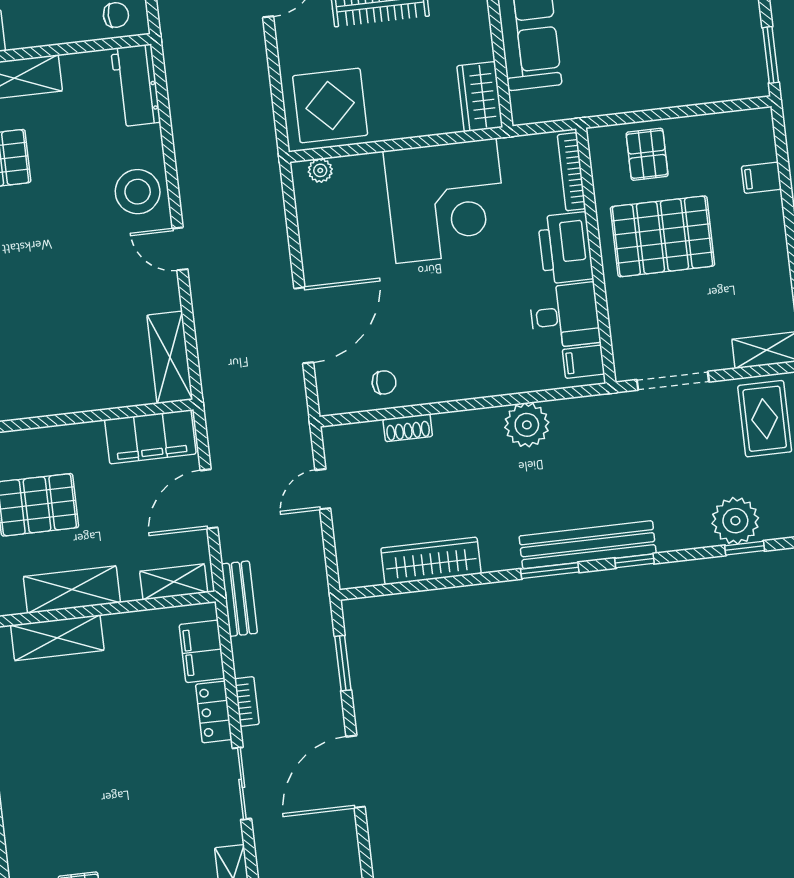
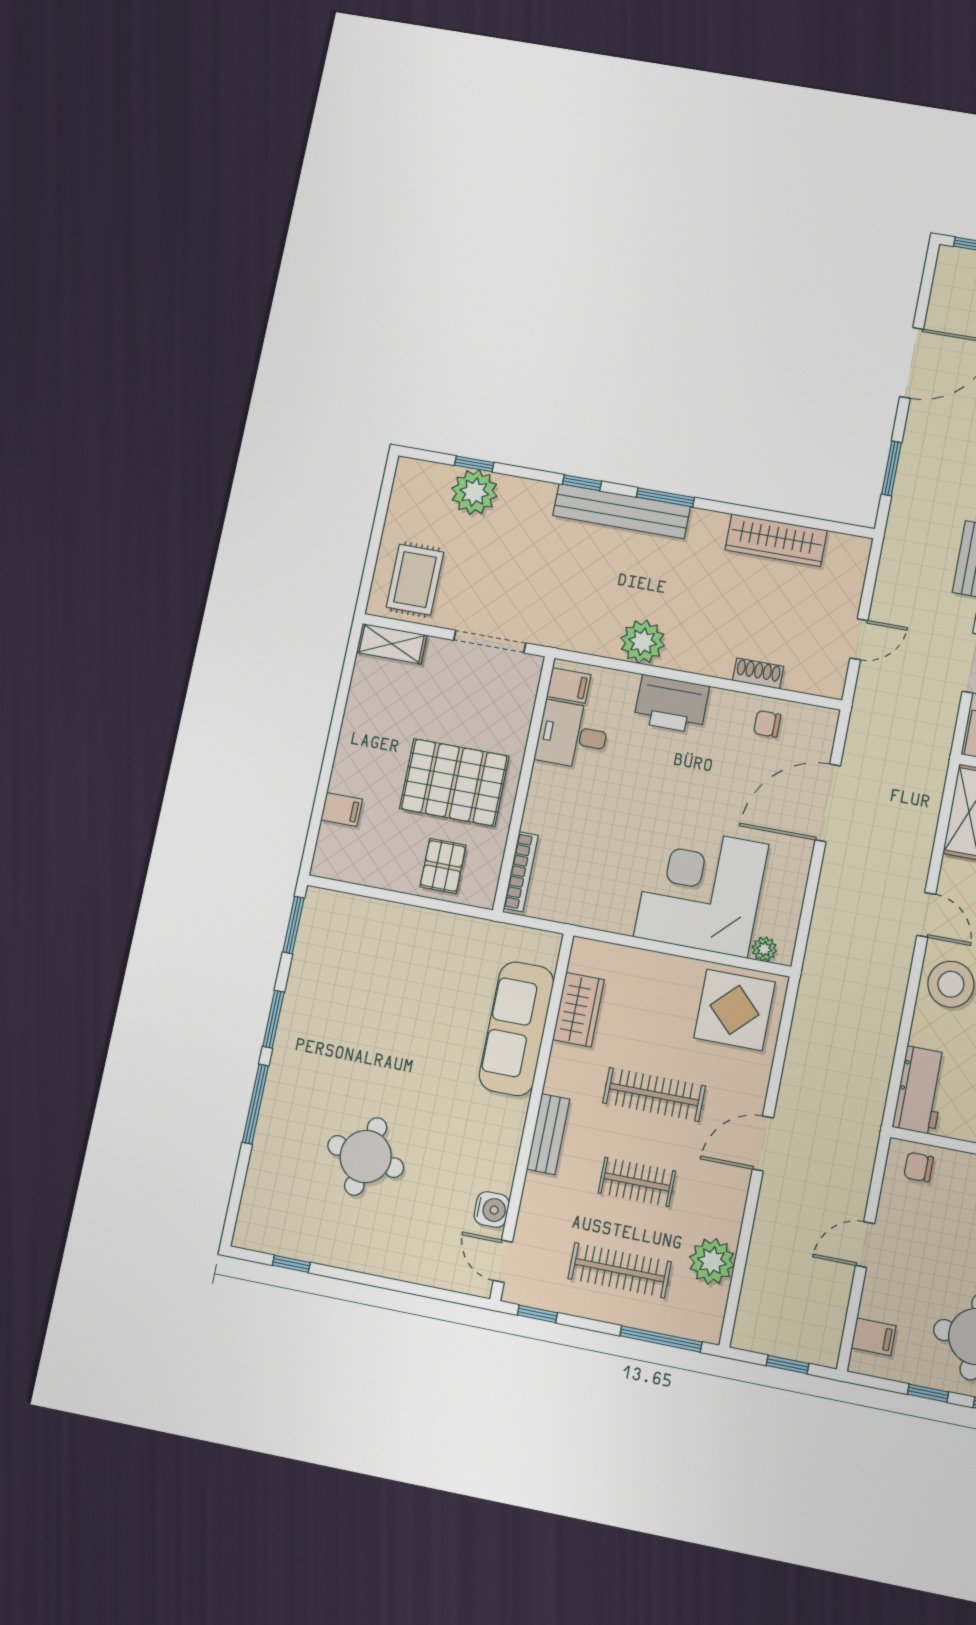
wardrobe: (480, 97) -> (578, 1010), moved
corner desk: (446, 201) -> (701, 891), moved
printer: (566, 248) -> (671, 704), moved, turned 90

